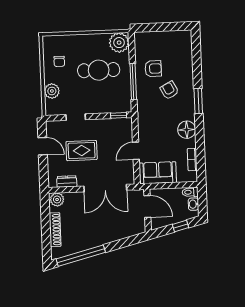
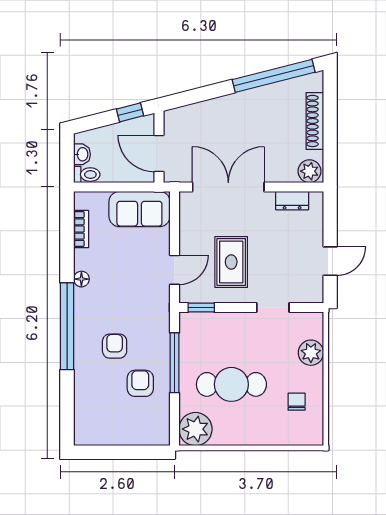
armchair: (153, 69) -> (140, 383), turned 90
armchair: (169, 90) -> (115, 346), turned -152
window: (198, 101) -> (67, 326), width x2.11
floor lamp: (187, 130) -> (81, 279), width x0.53, depth x0.53
door: (43, 146) -> (330, 261), swing flipped
rug: (82, 151) -> (231, 262), moved, turned 90
door: (136, 151) -> (174, 270), moved
window: (180, 226) -> (130, 112), moved

